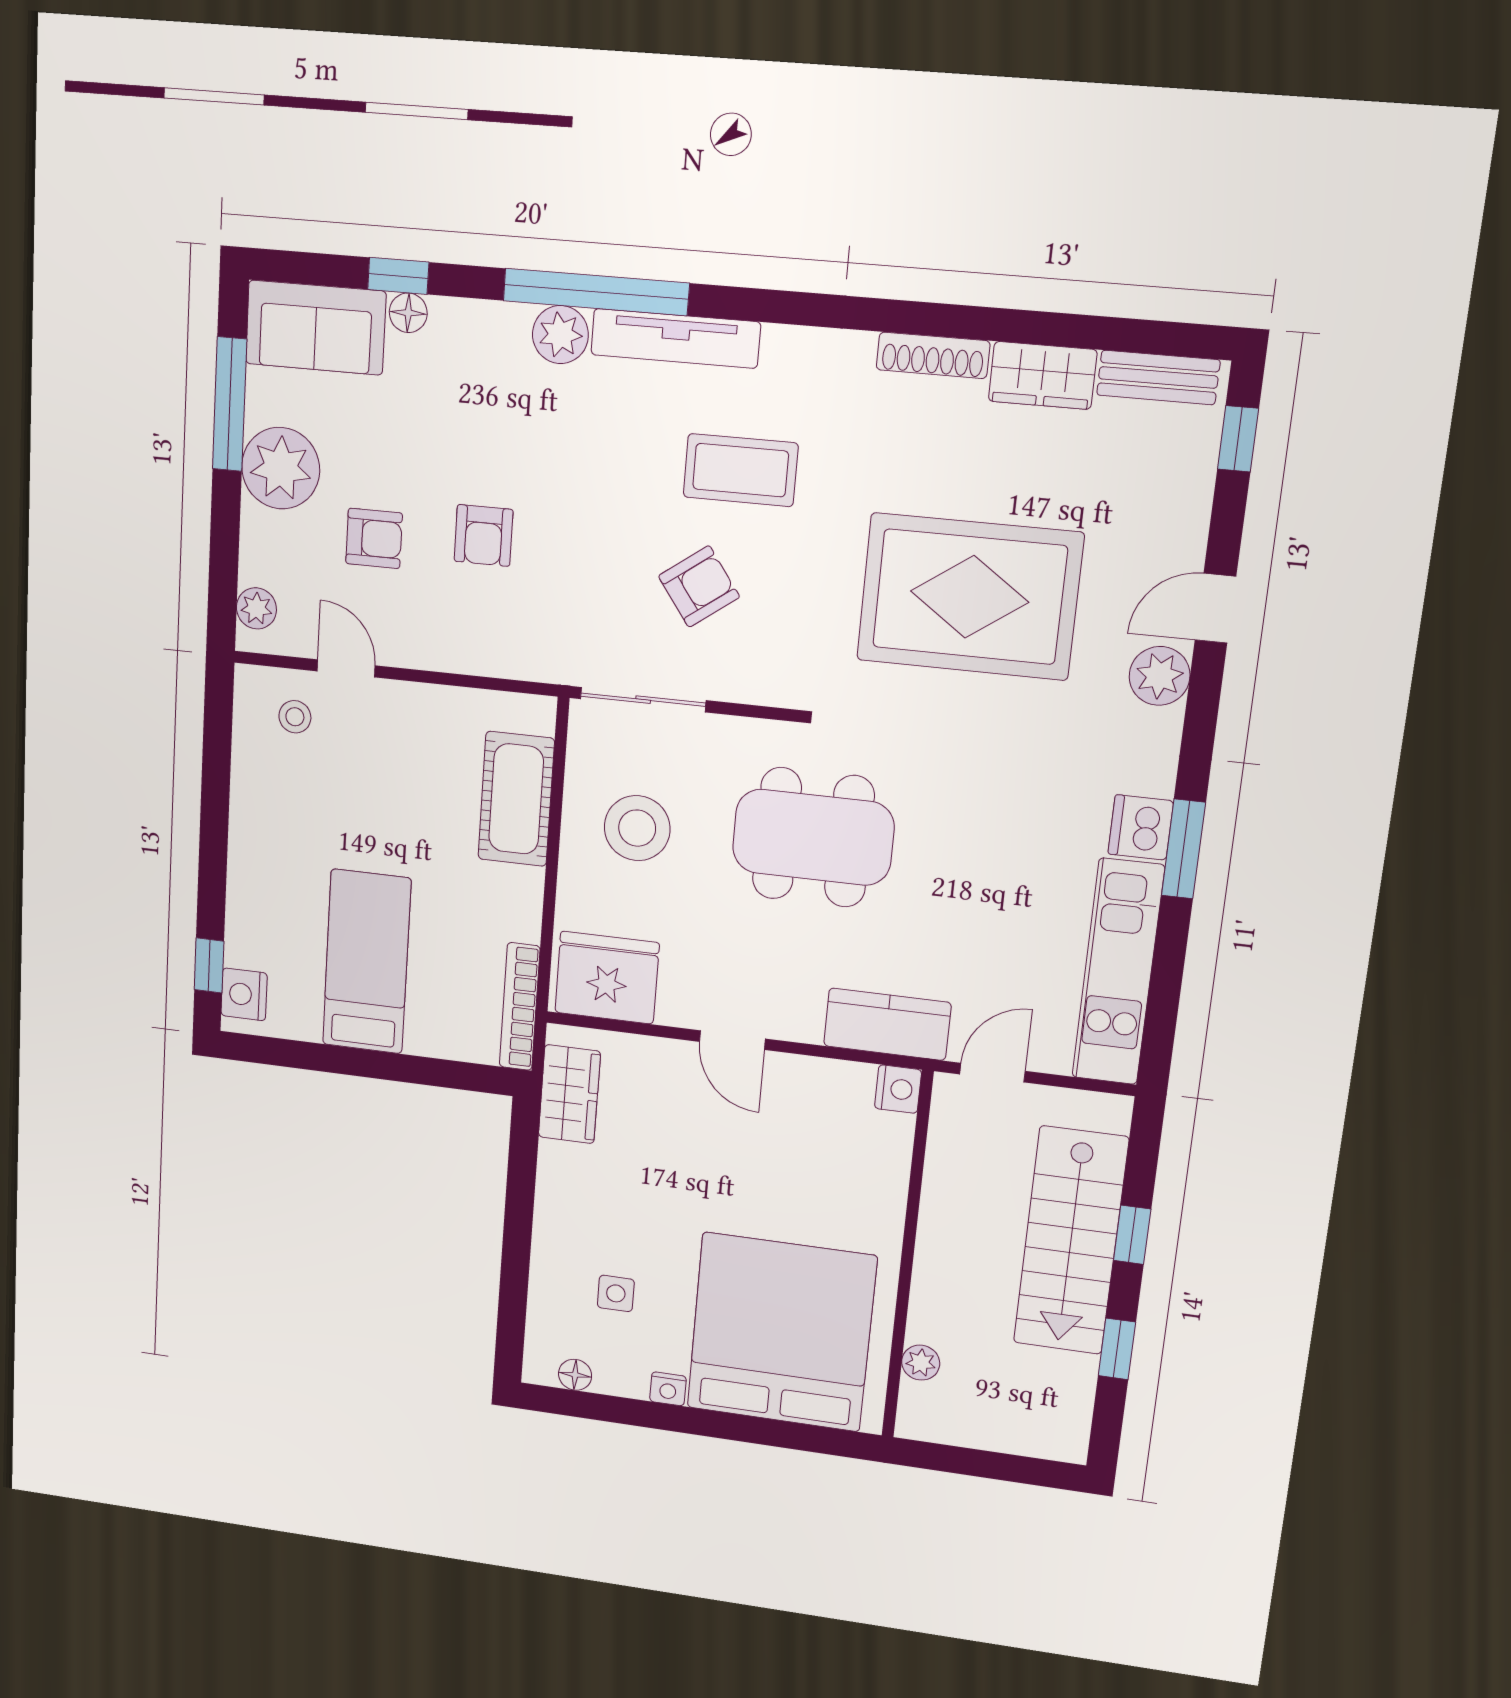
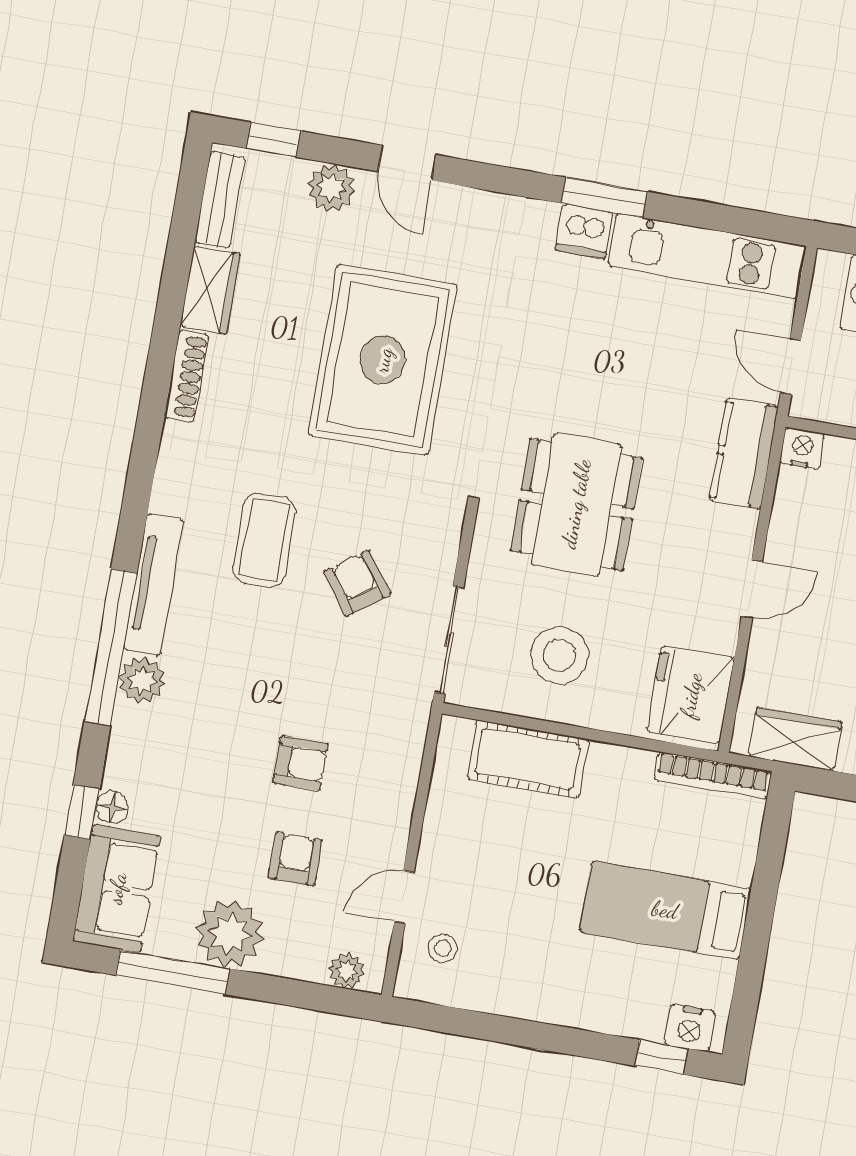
plant: (1160, 676) -> (331, 188), moved

